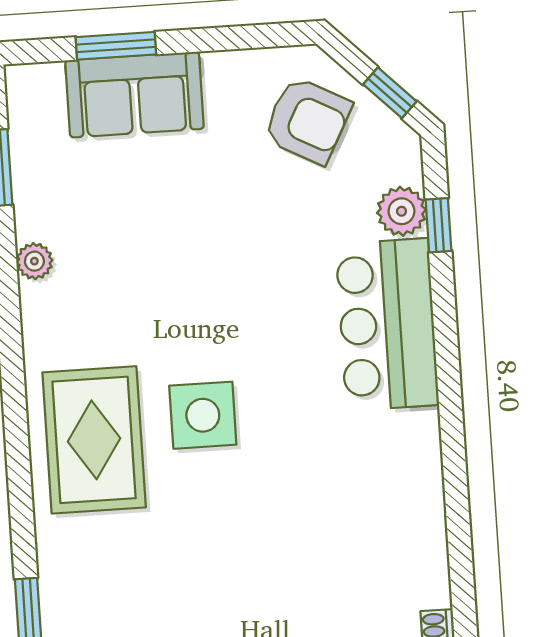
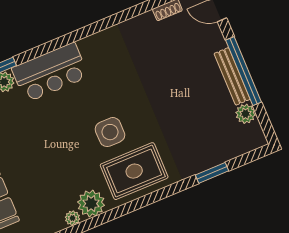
plant: (53, 315) -> (91, 204), added

